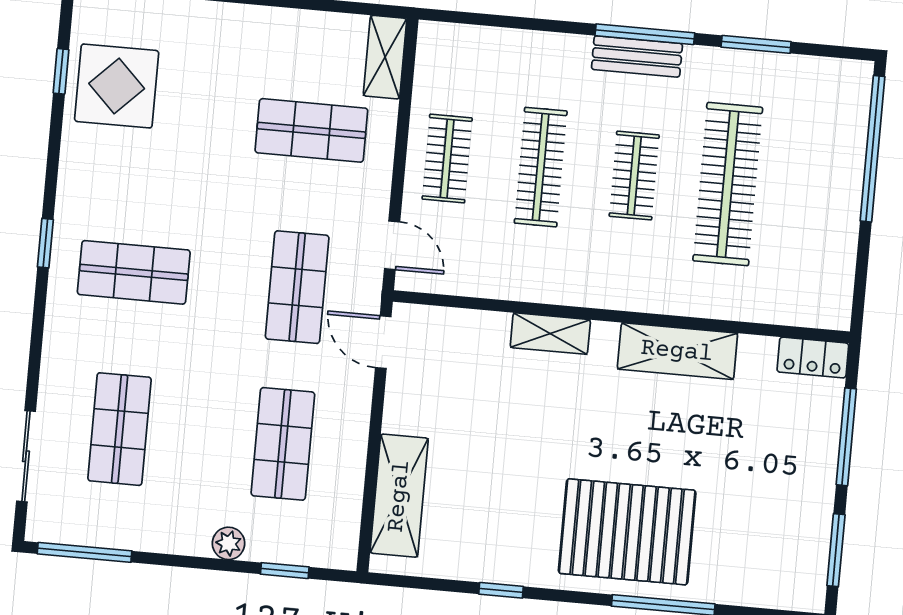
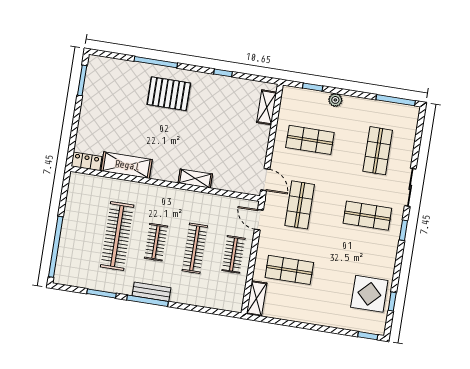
shelving: (677, 351) -> (127, 165), moved
window: (846, 437) -> (75, 127), removed
shop shelf: (283, 444) -> (310, 140), turned 90
sliding door: (26, 456) -> (410, 187), moved
shelving: (399, 496) -> (267, 107), width x0.67, depth x0.75
pallet: (627, 532) -> (169, 94), width x0.73, depth x0.71

